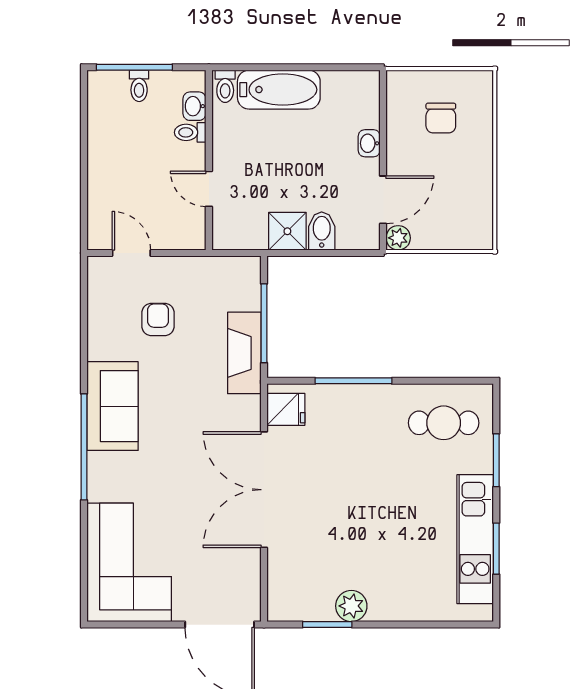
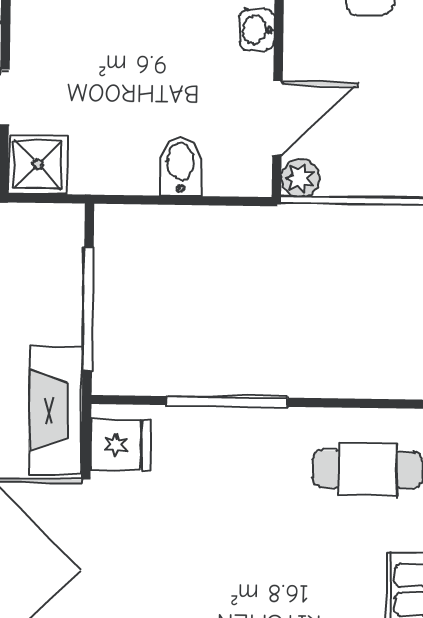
shower: (287, 231) -> (38, 164), moved
fireplace: (244, 353) -> (56, 410), moved

